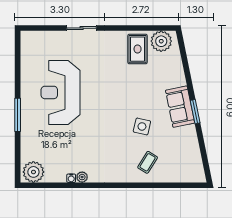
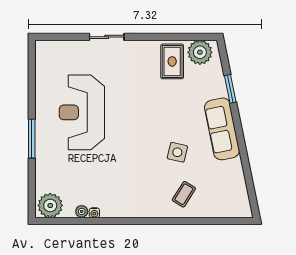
sofa: (180, 107) -> (222, 129), width x1.36
window: (195, 112) -> (230, 89), moved
plant: (82, 177) -> (82, 211), moved

